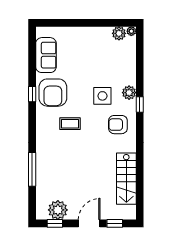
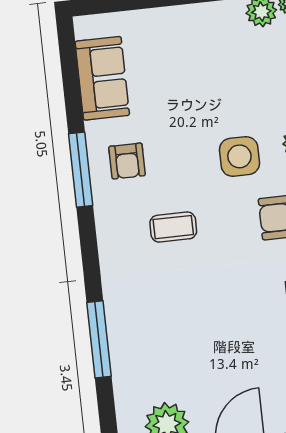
armchair: (53, 93) -> (127, 161), width x0.53, depth x0.53
window: (32, 94) -> (81, 170), width x2.17

